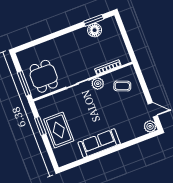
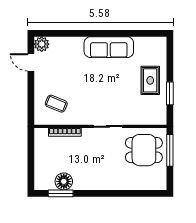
dining table: (44, 76) -> (144, 150), turned 90
plant: (98, 84) -> (84, 117), removed
rug: (59, 130) -> (150, 80), width x0.73, depth x0.70

